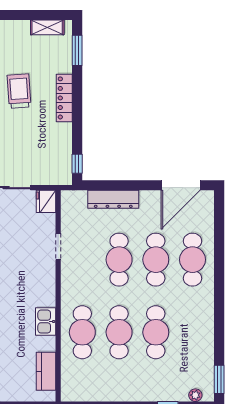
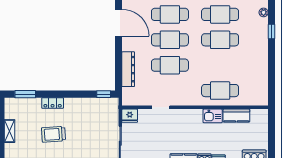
shelving: (47, 27) -> (10, 131), moved
locker: (64, 98) -> (53, 103), width x0.66
cafe table: (119, 332) -> (220, 14), moved
kitchen counter: (46, 371) -> (236, 116), moved

